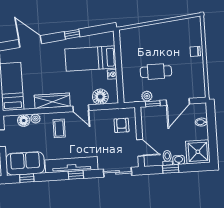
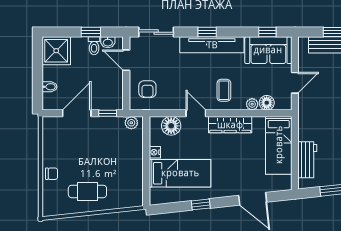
cafe table: (156, 72) -> (87, 191), moved
plant: (147, 96) -> (131, 123), moved
washbasin: (179, 160) -> (108, 42), moved

